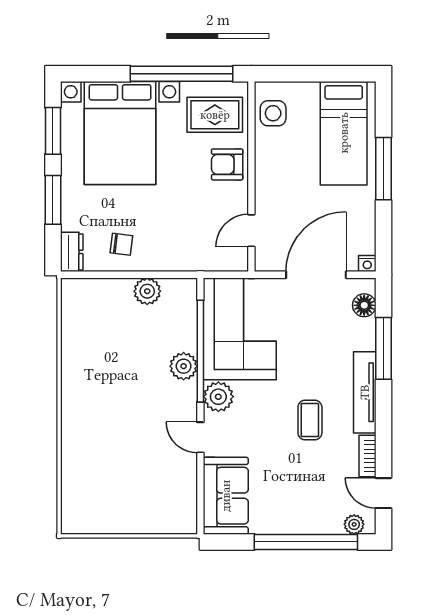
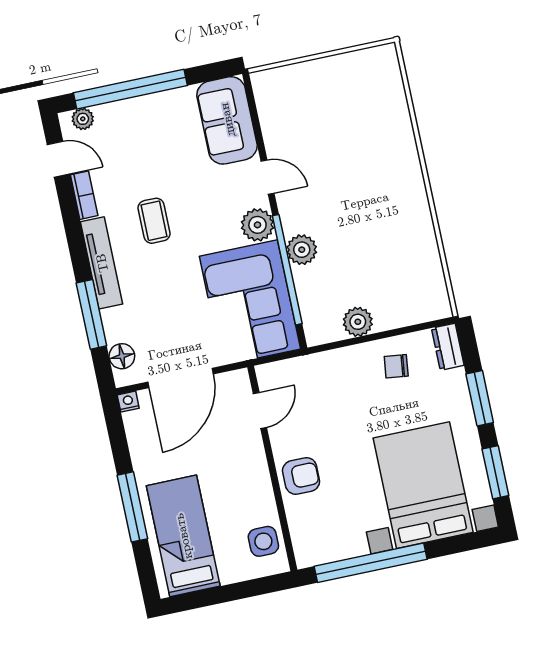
rug: (215, 115) -> (326, 526), removed

